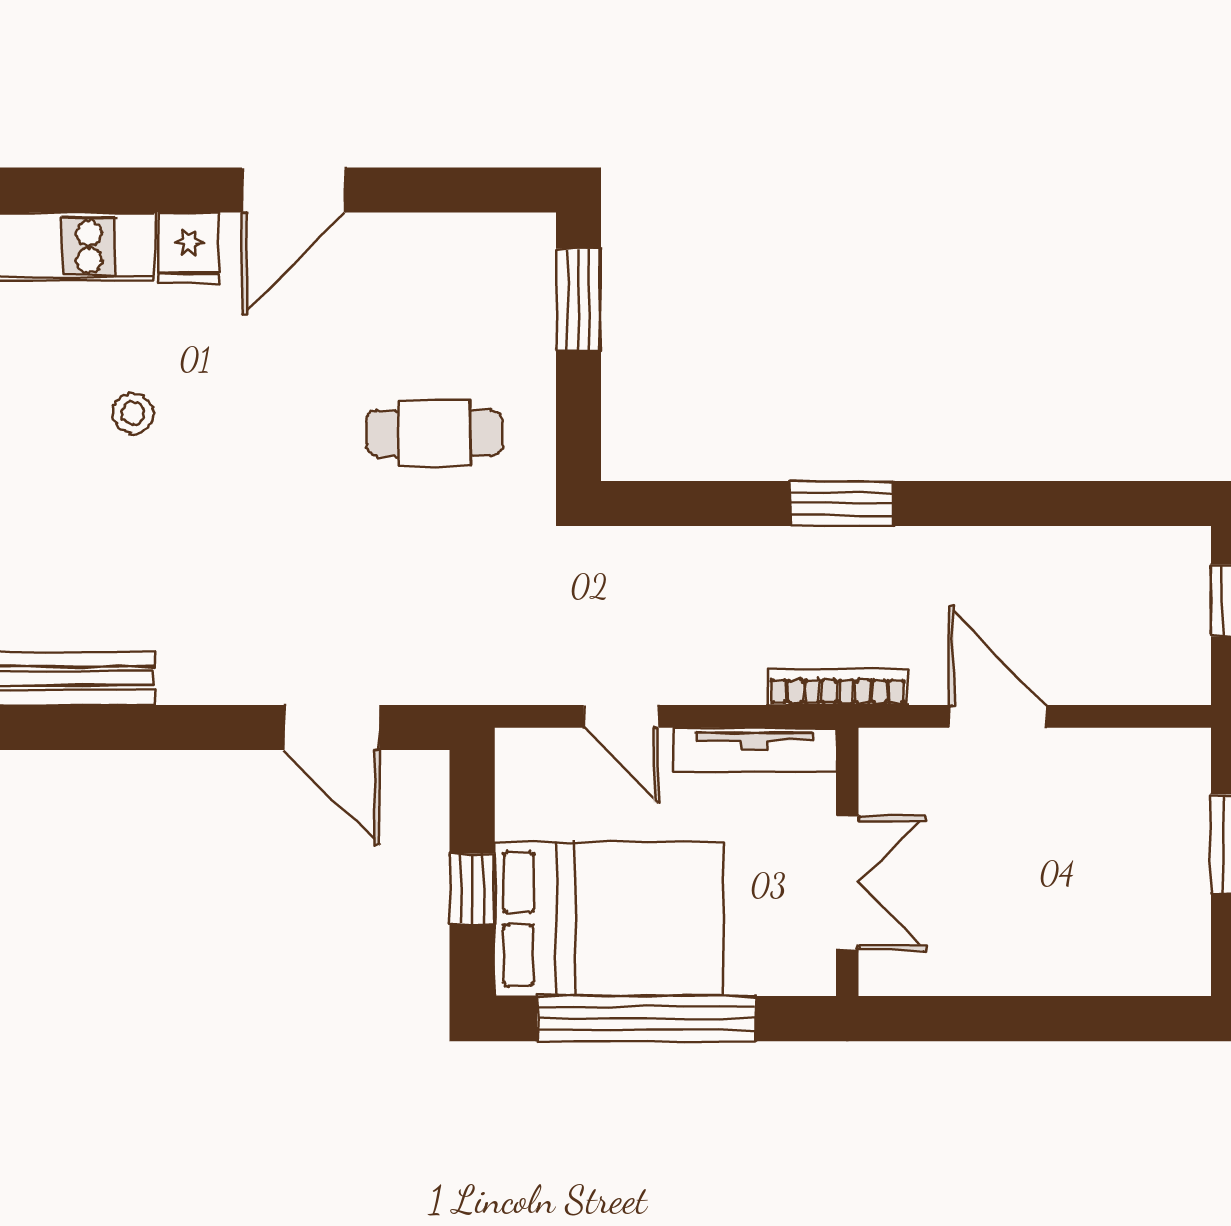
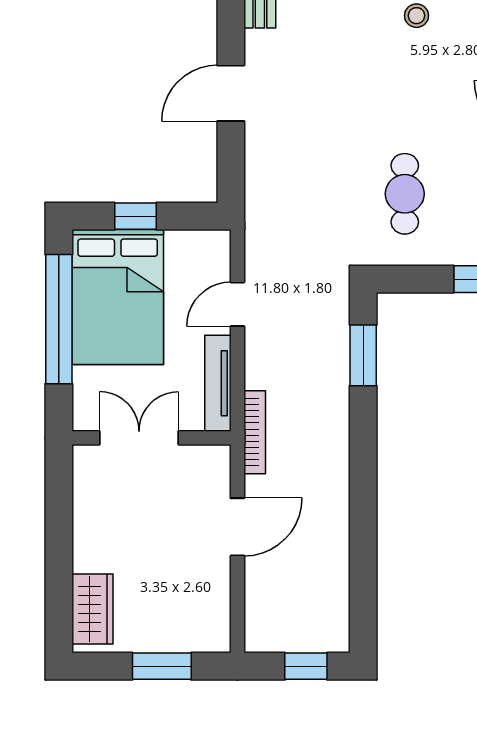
window: (842, 504) -> (363, 355), moved
door: (332, 728) -> (231, 93), moved
double door: (847, 883) -> (139, 438), swing flipped
wardrobe: (1137, 962) -> (92, 609), added

